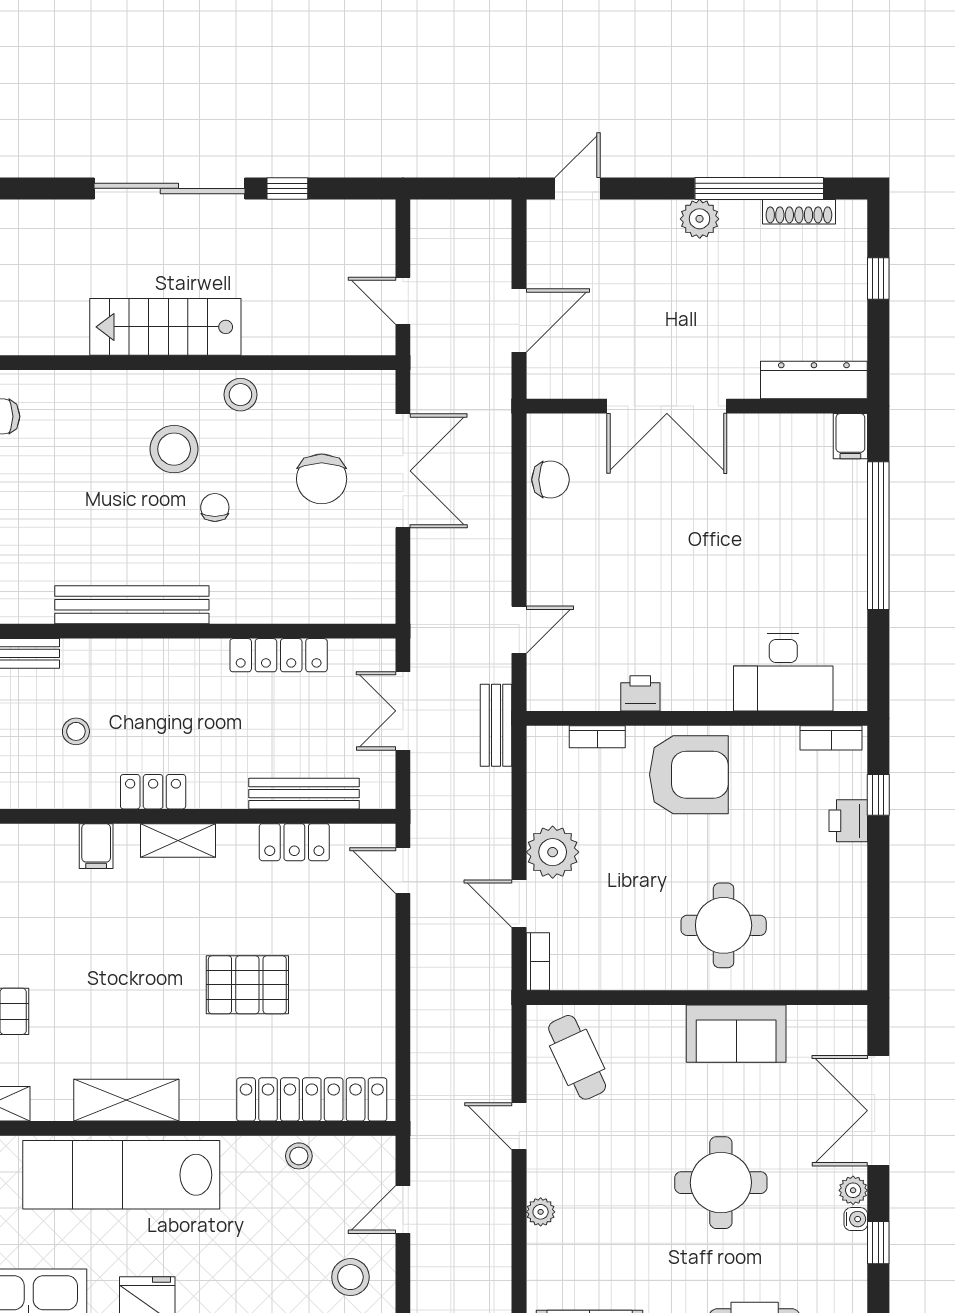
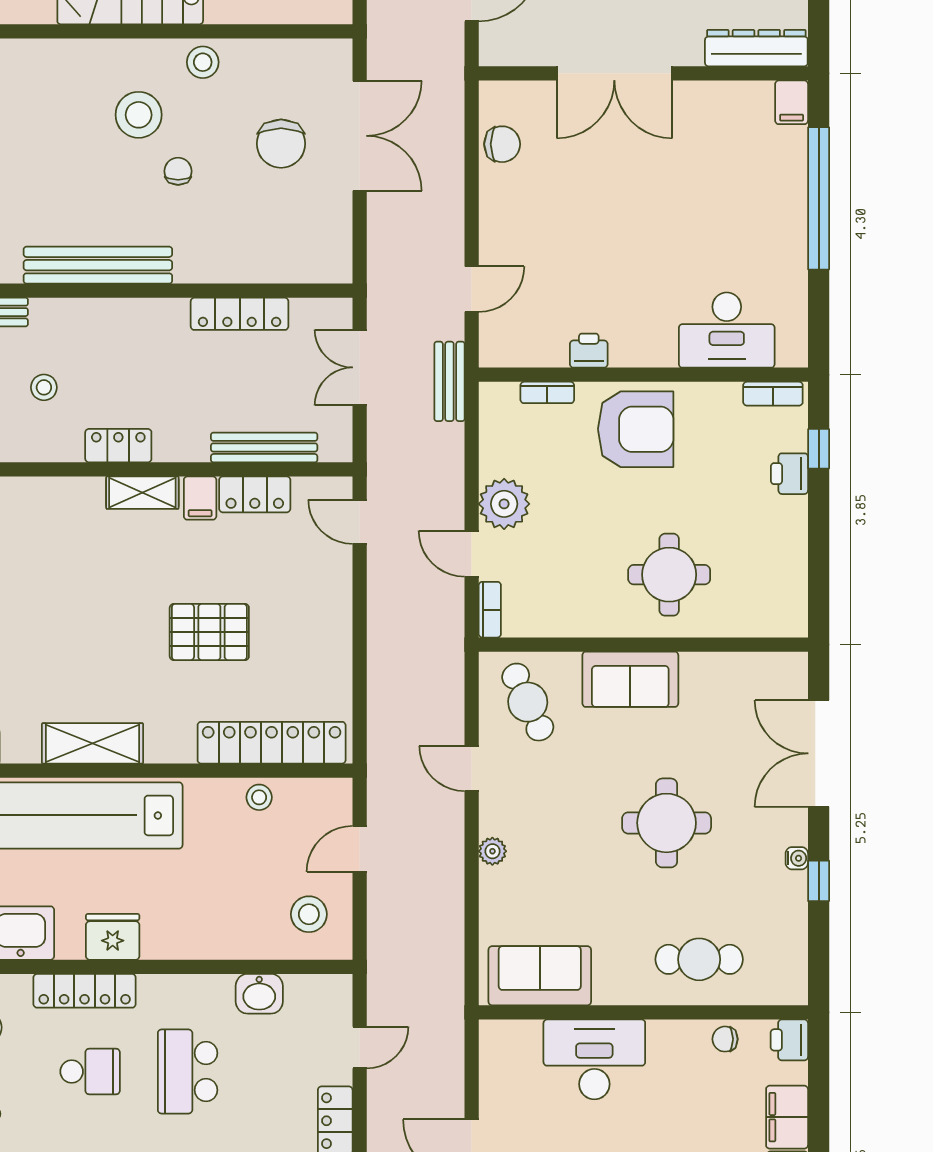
filing cabinet: (96, 846) -> (200, 498), moved
sofa: (736, 1034) -> (630, 679), moved
plant: (853, 1190) -> (794, 830), removed

